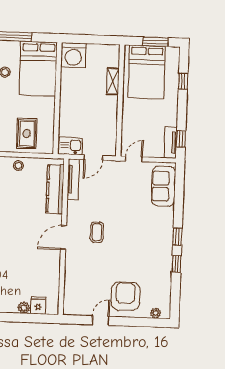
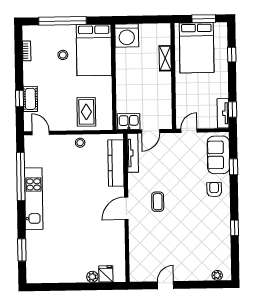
window: (177, 236) -> (233, 167), moved
armchair: (125, 296) -> (214, 190), moved, width x0.53, depth x0.53

